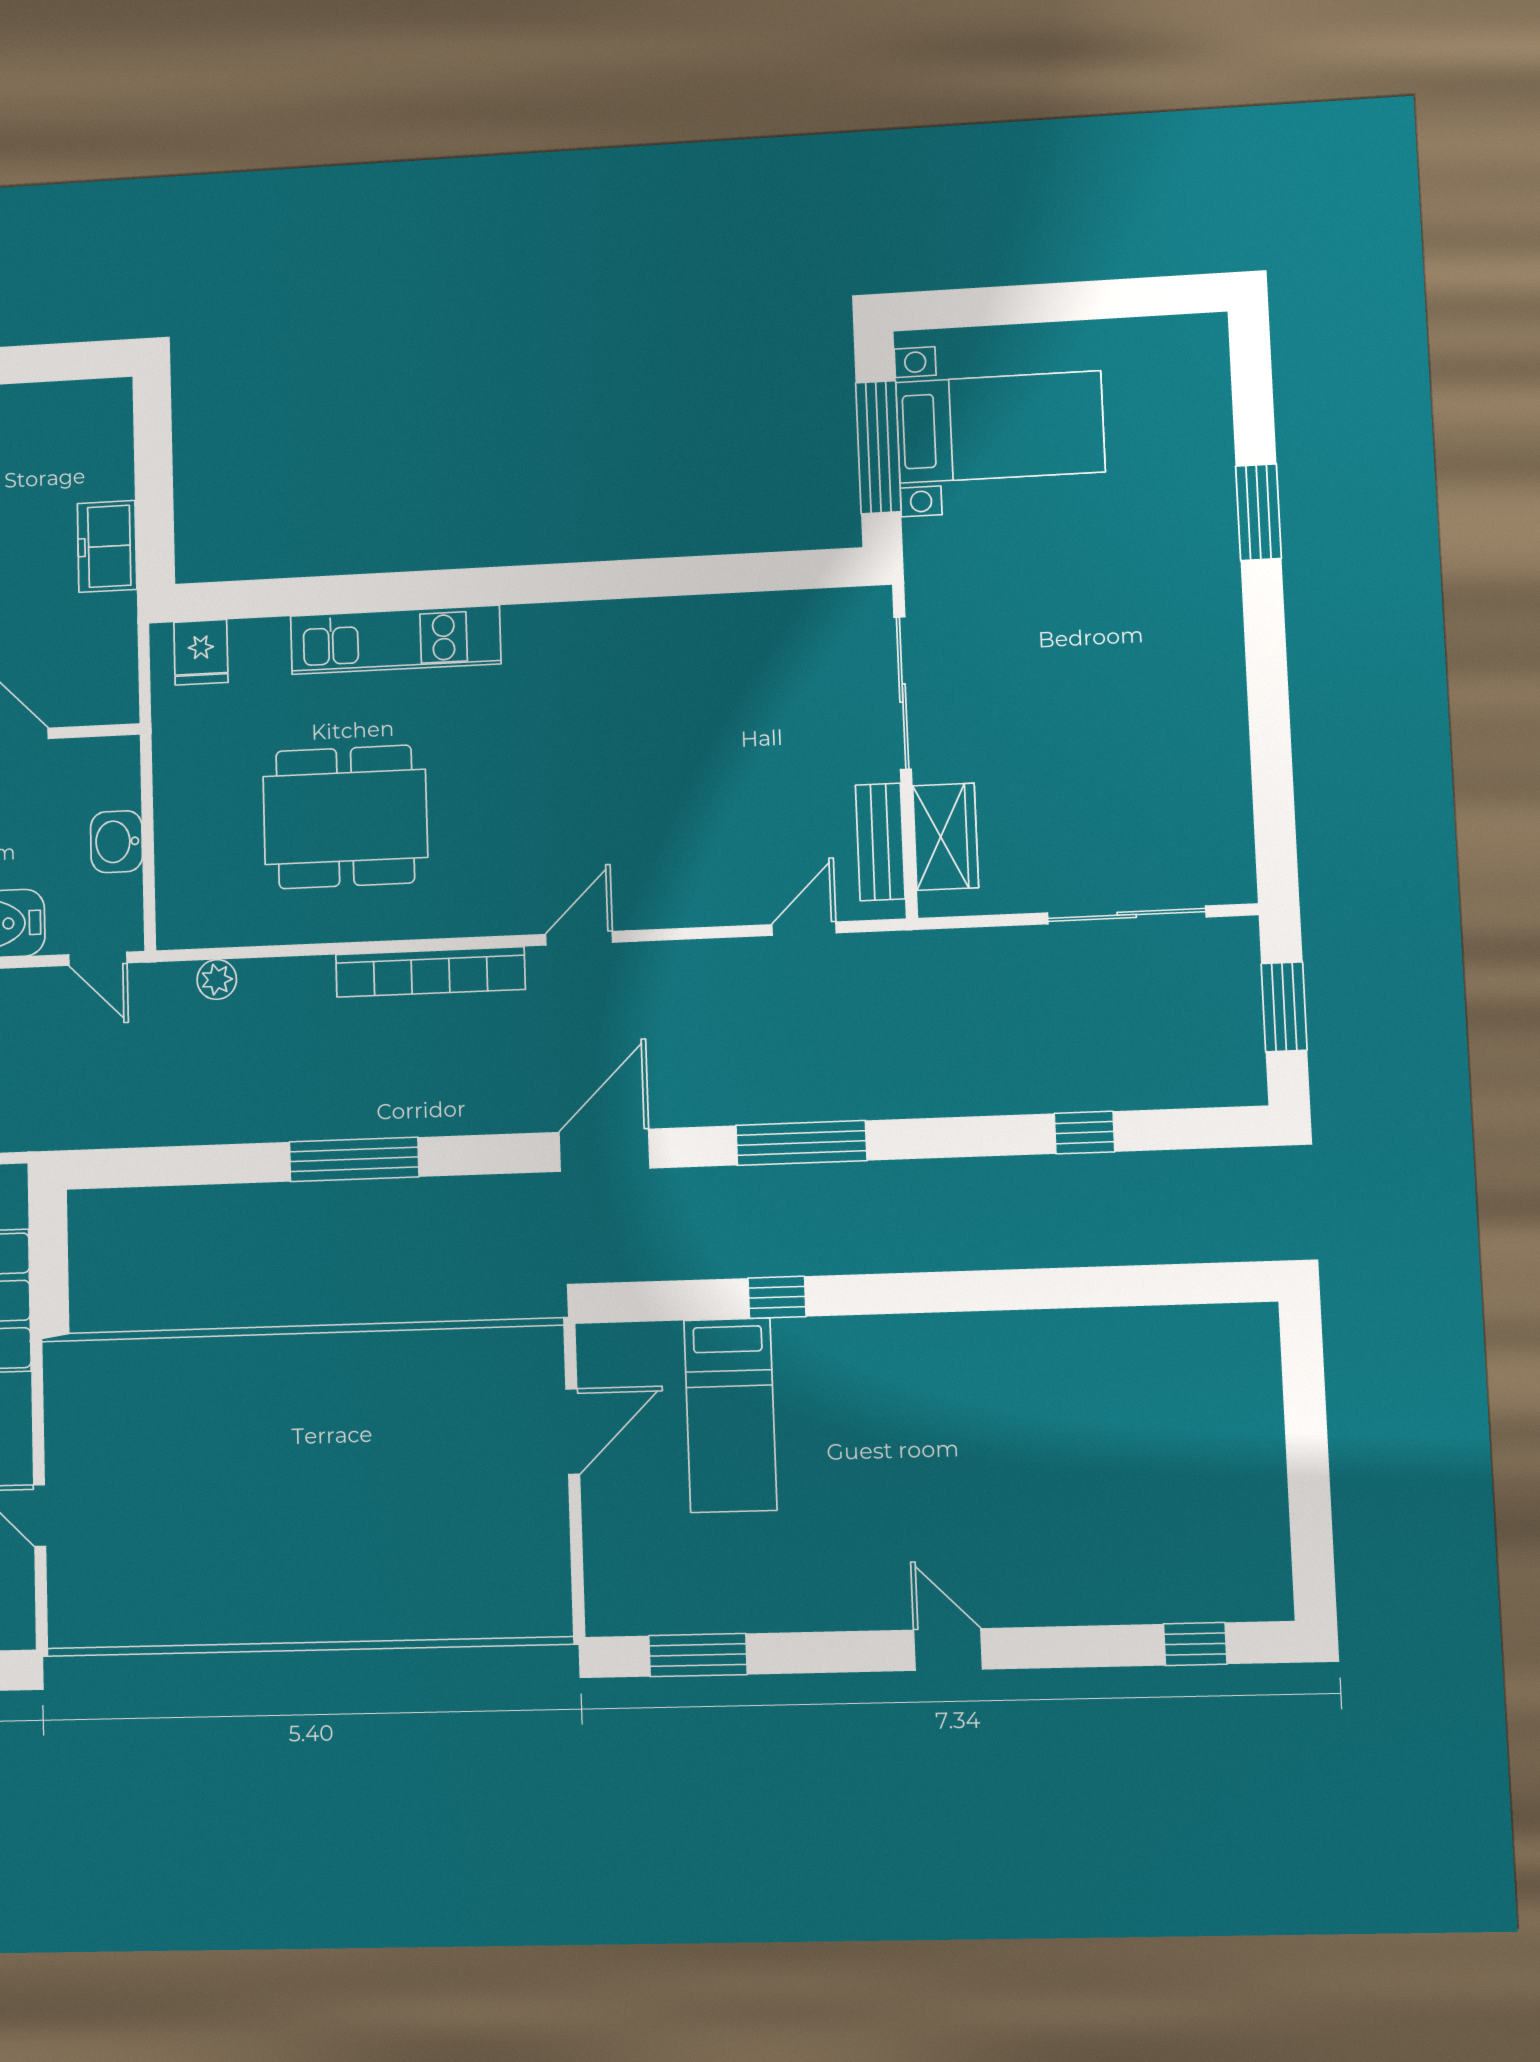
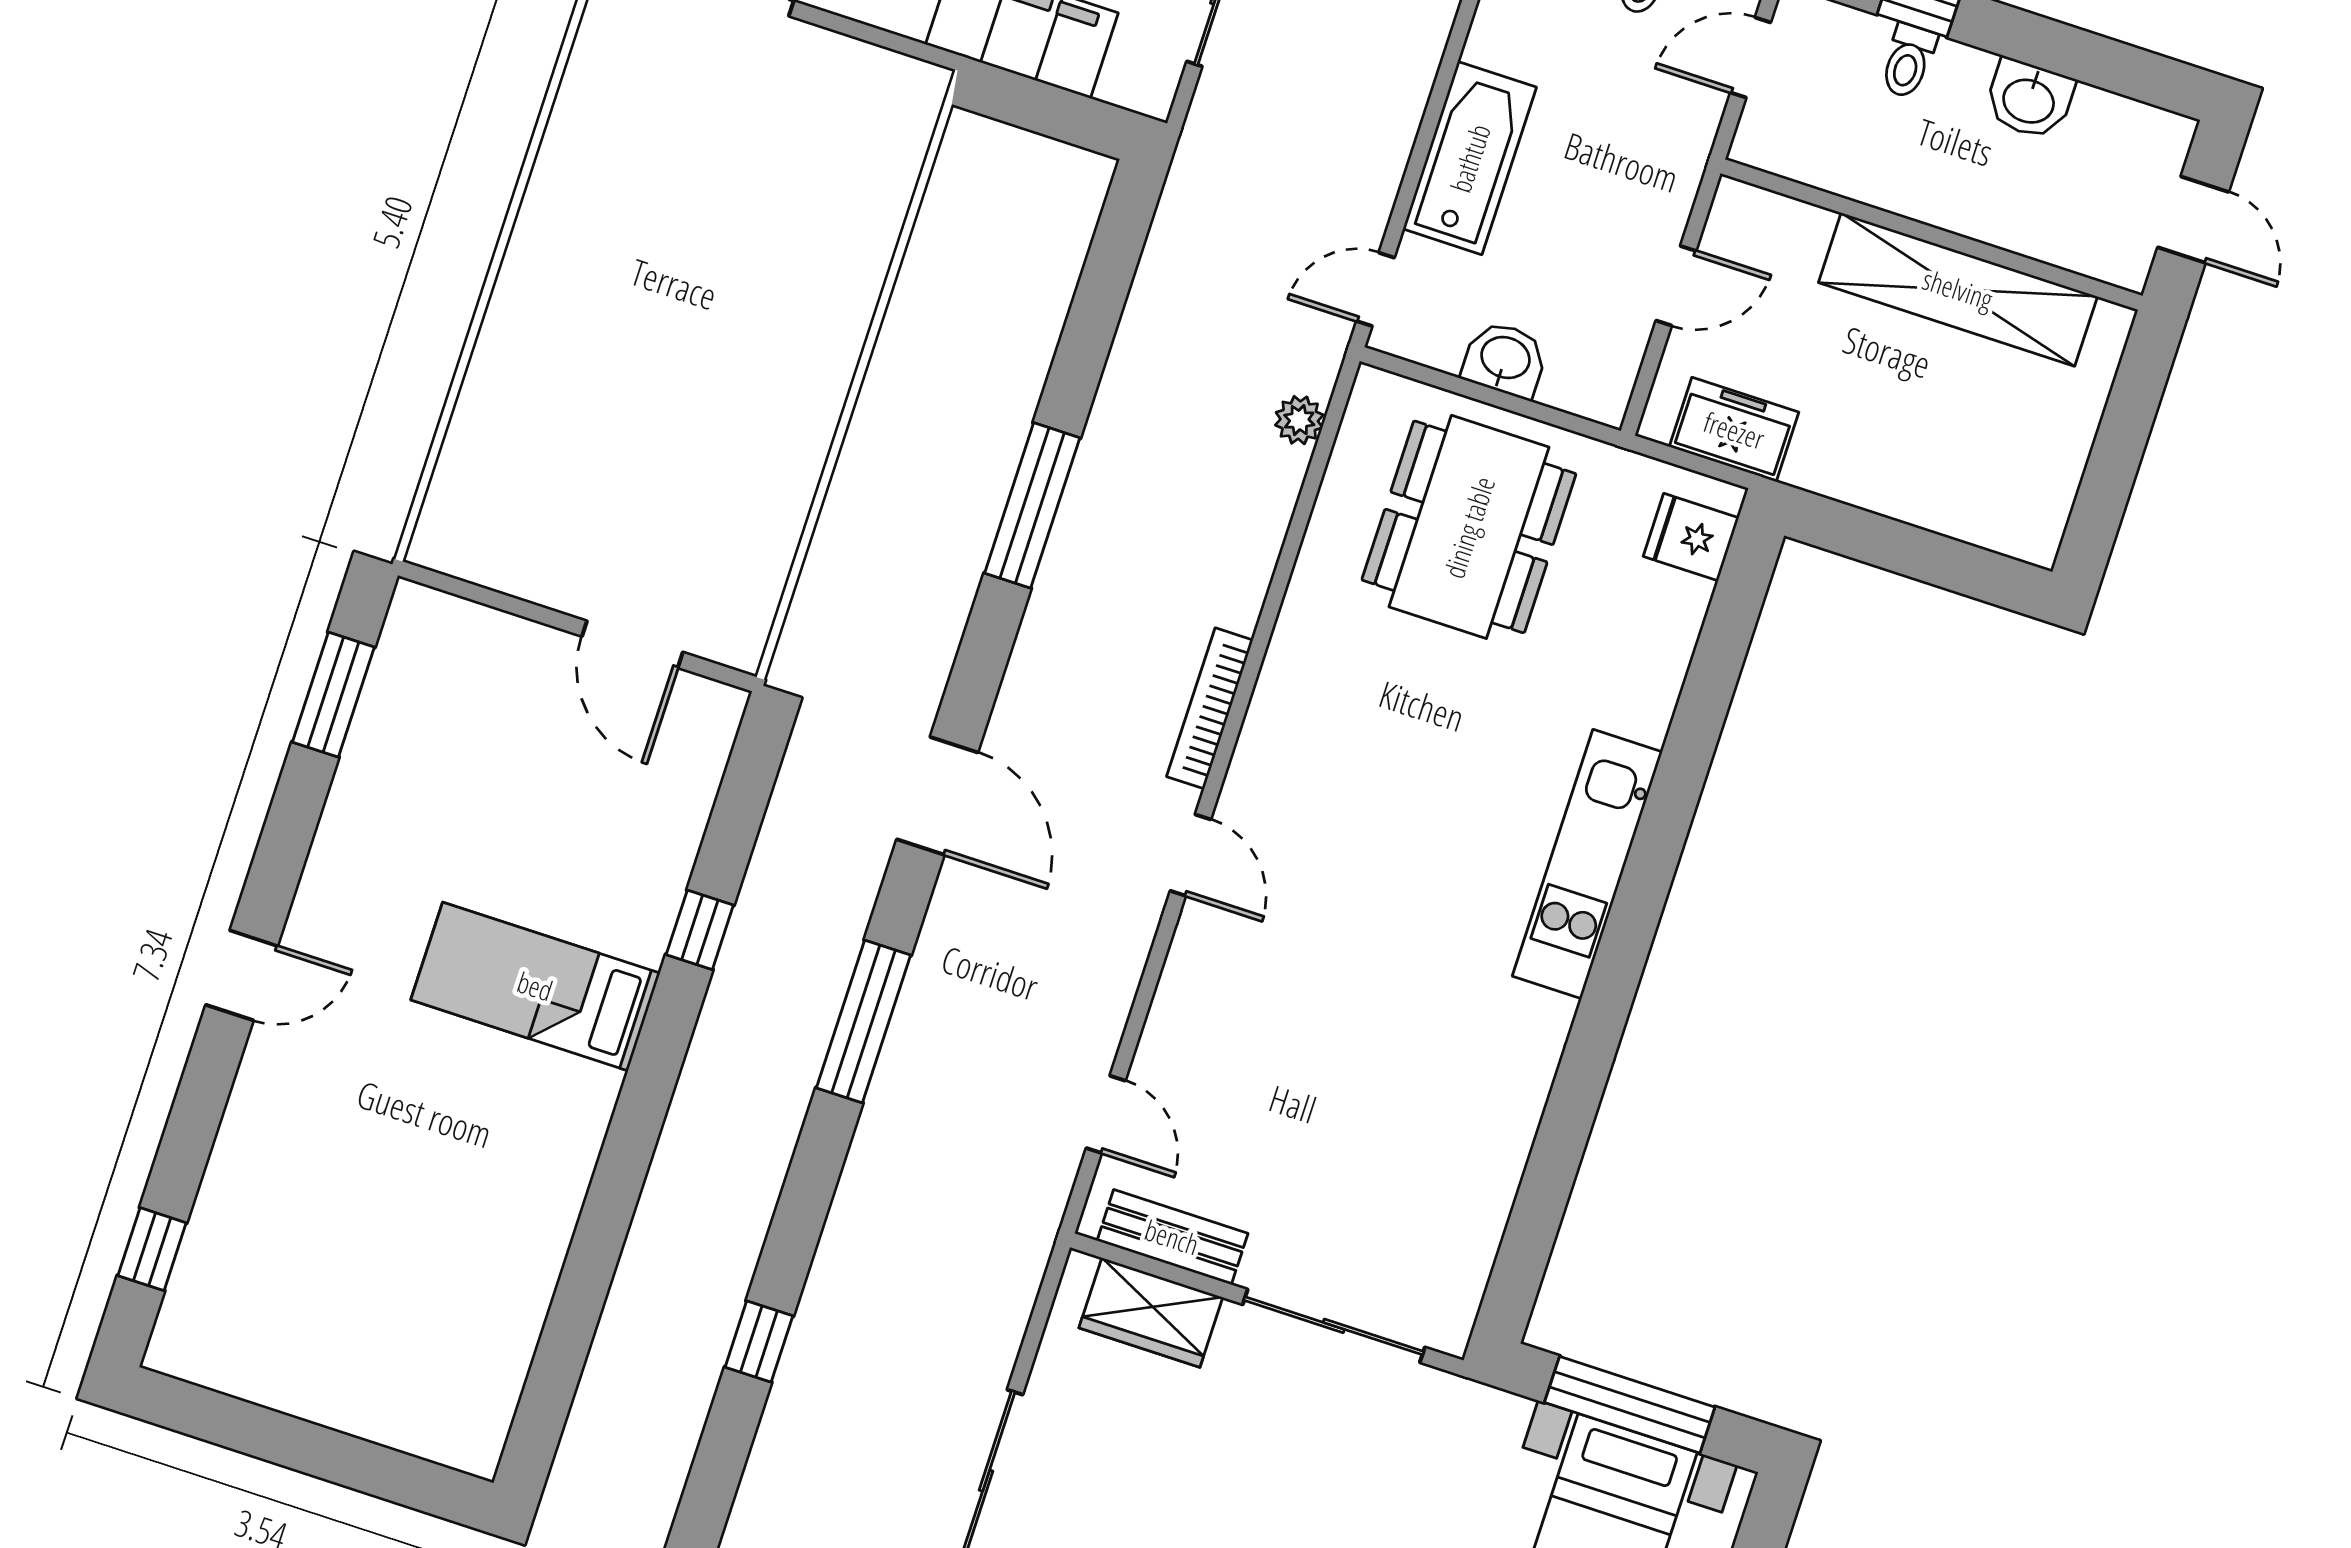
freezer: (107, 546) -> (1734, 430), moved
kitchen unit: (395, 640) -> (1587, 864), moved
dining table: (345, 817) -> (1469, 527), moved
bookcase: (430, 972) -> (1210, 708), width x0.68, depth x0.76
bed: (730, 1415) -> (535, 986), moved

